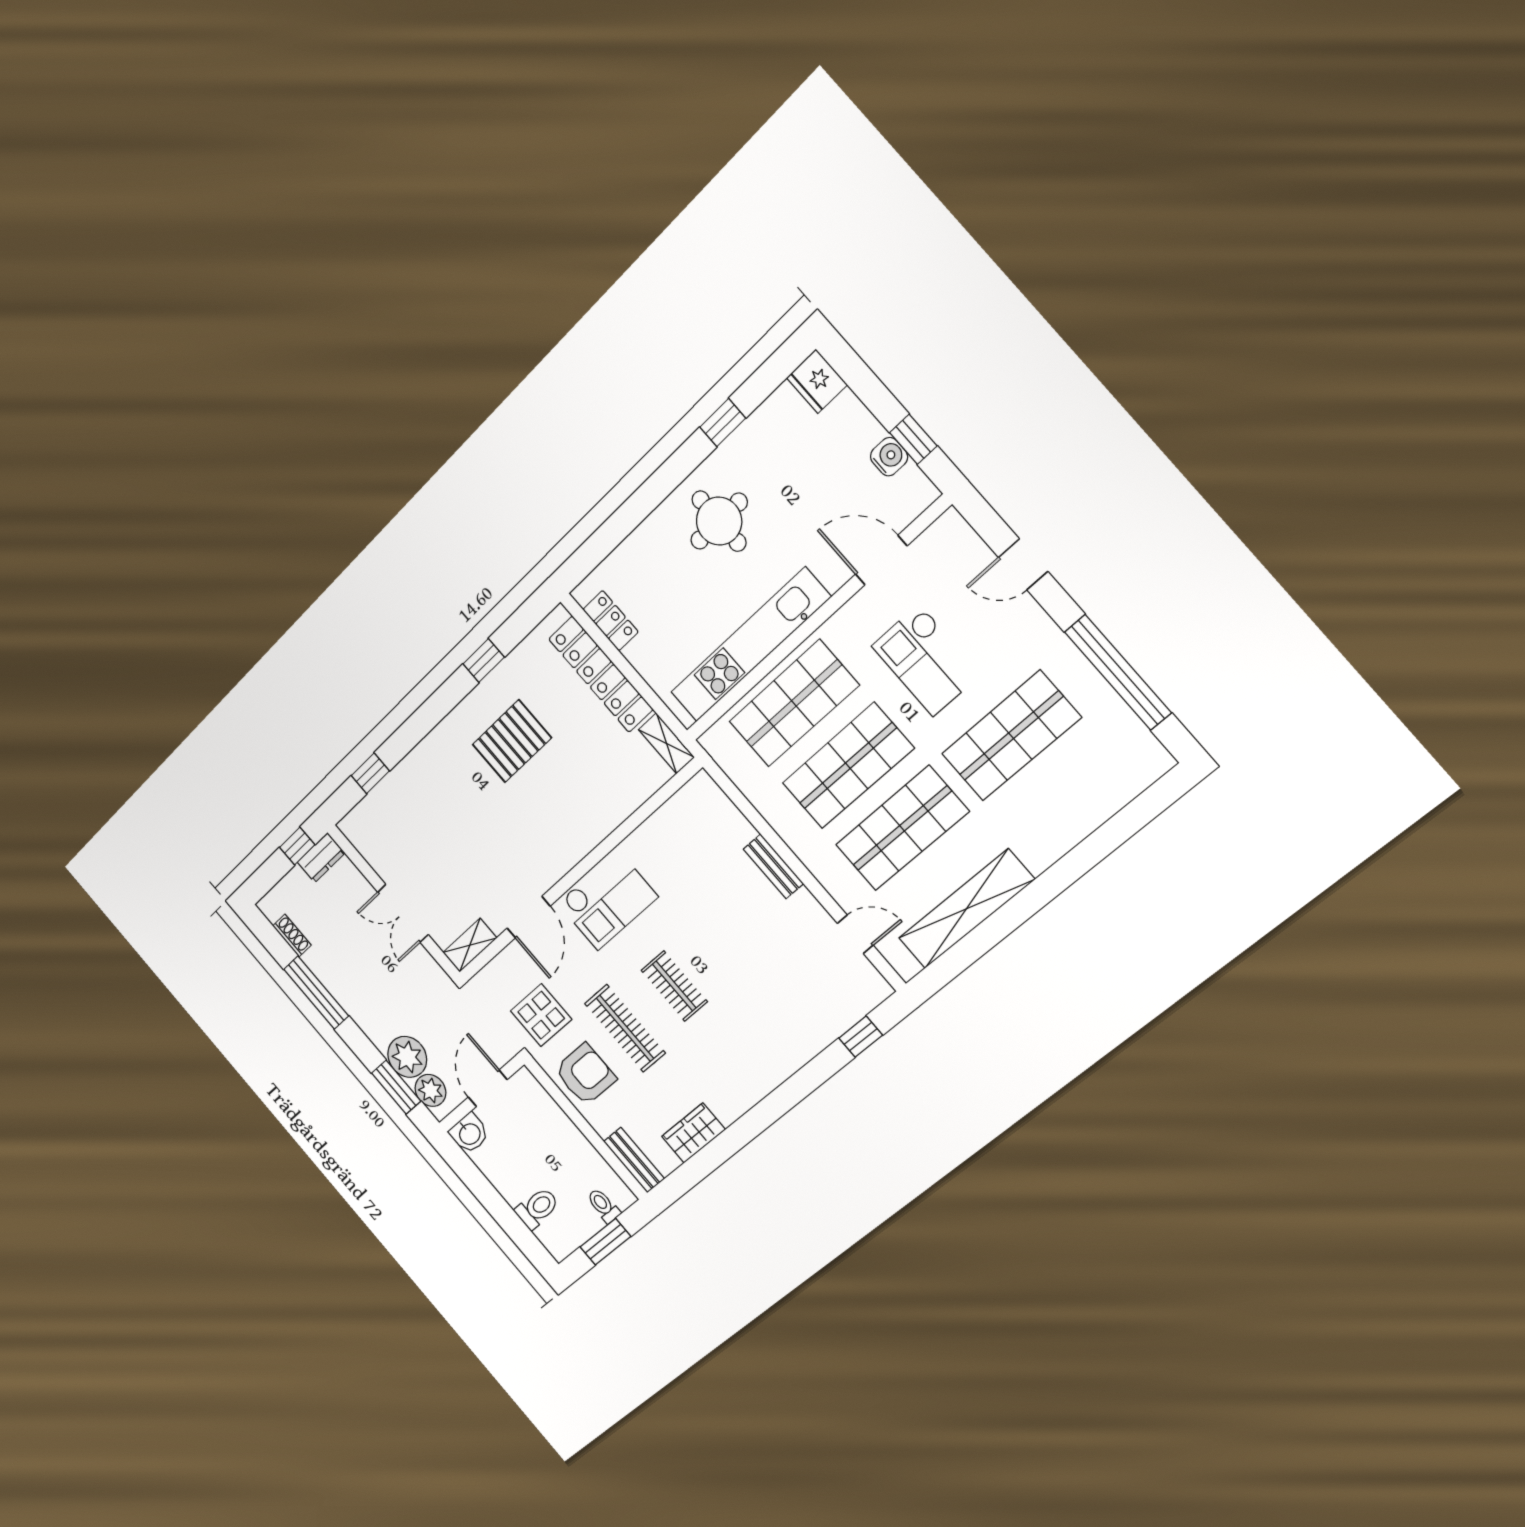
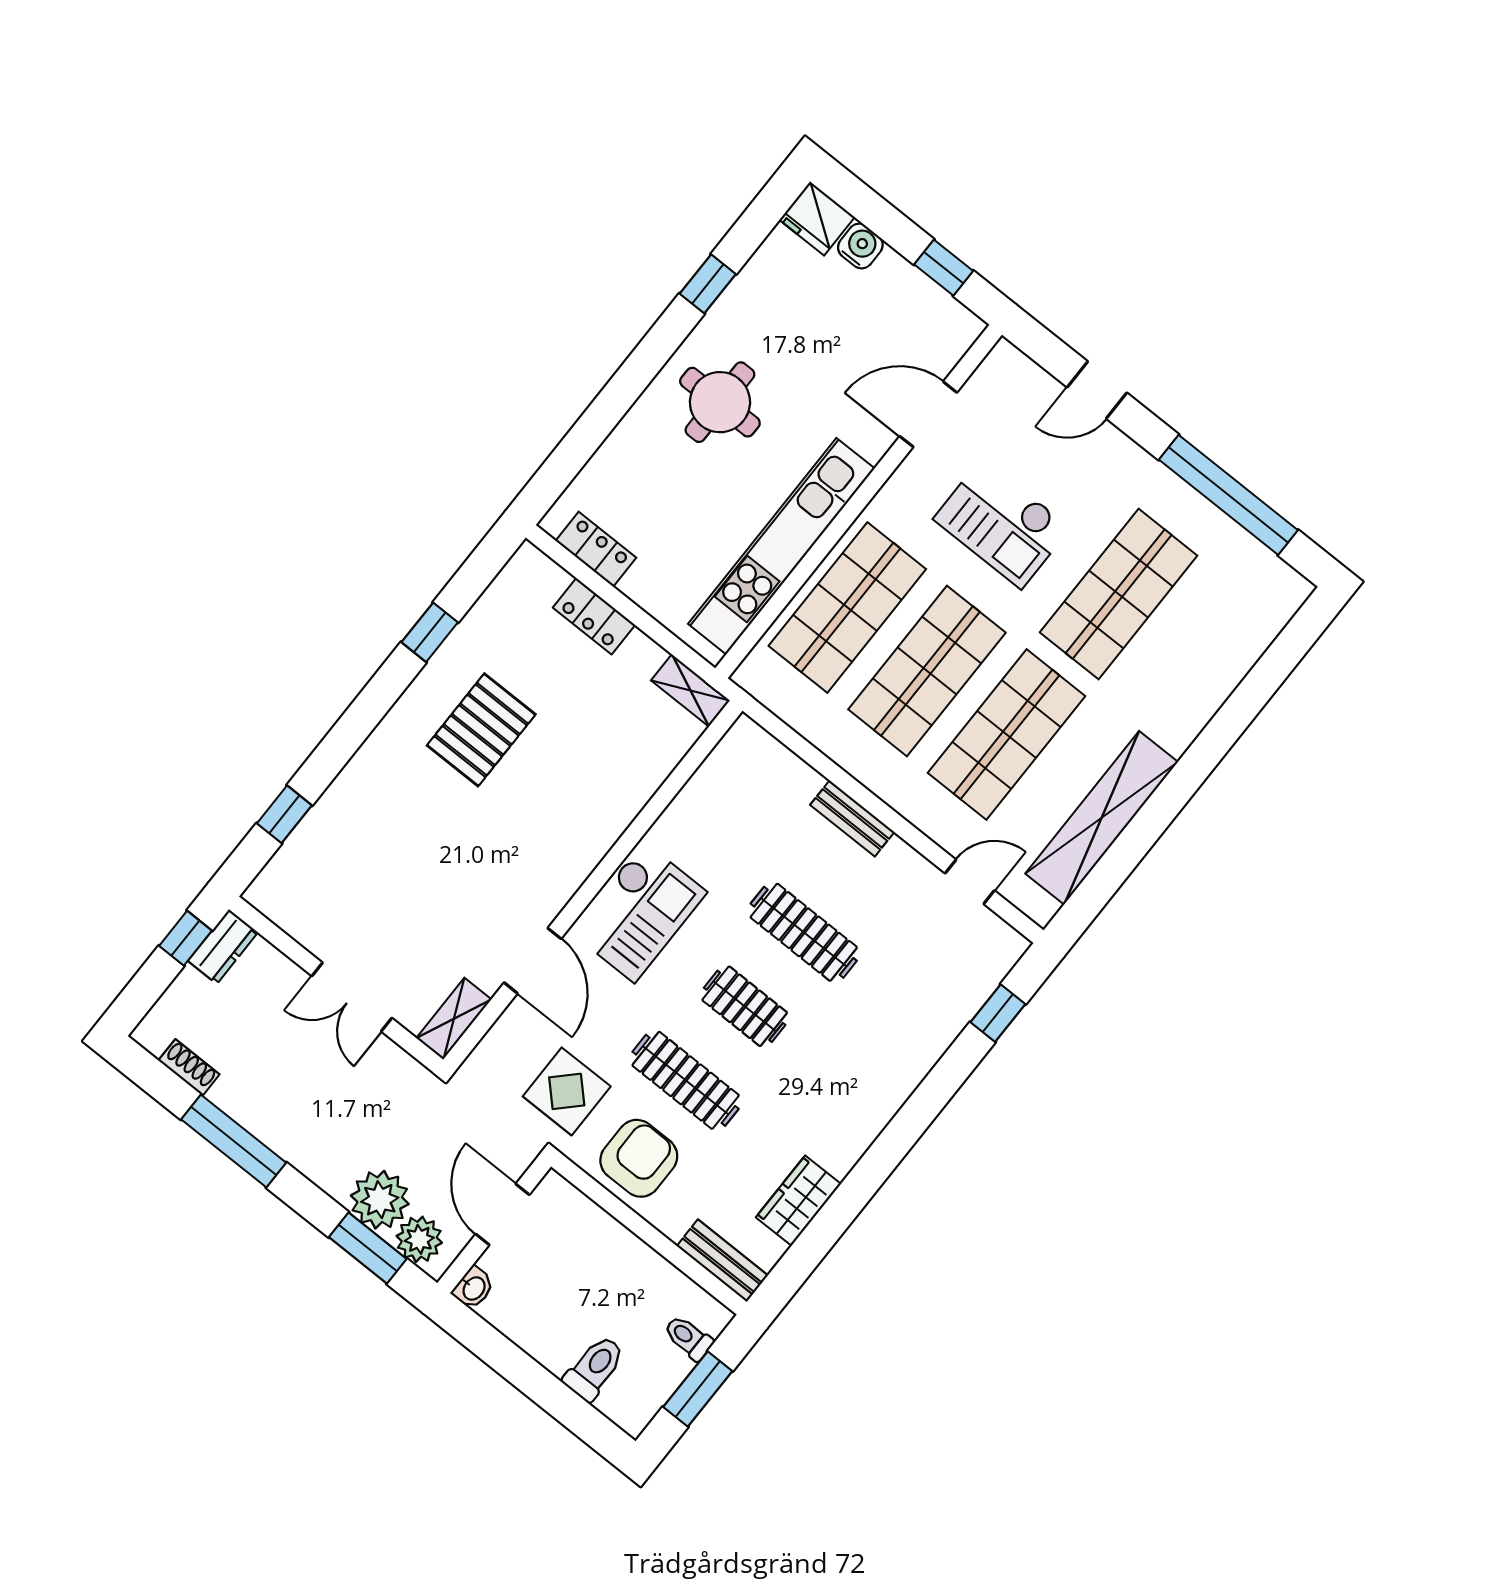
water cooler: (889, 457) -> (860, 246), moved
locker: (601, 674) -> (594, 616), width x0.46, depth x0.83
clothes rail: (725, 943) -> (804, 932), added
washbasin: (469, 1133) -> (473, 1288), width x0.72, depth x0.69

